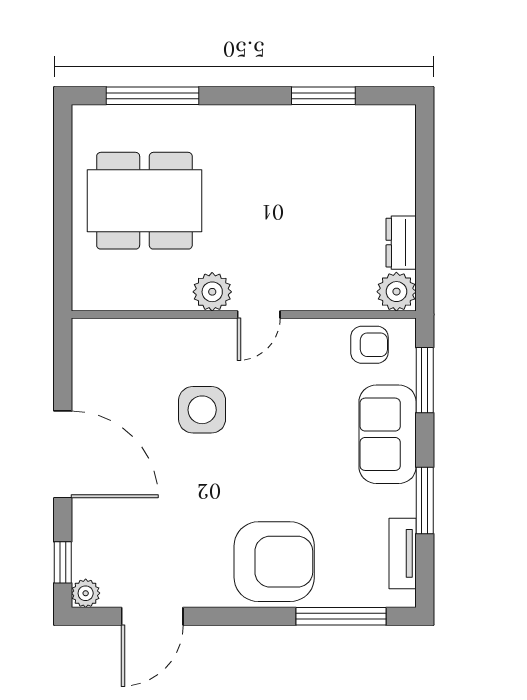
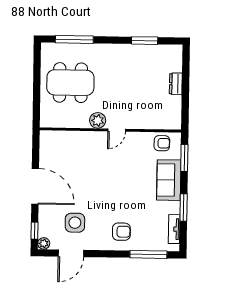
dresser: (401, 243) -> (176, 84), moved
plant: (396, 292) -> (173, 122), removed
side table: (202, 410) -> (75, 223), moved
armchair: (274, 562) -> (121, 232), width x0.53, depth x0.53

